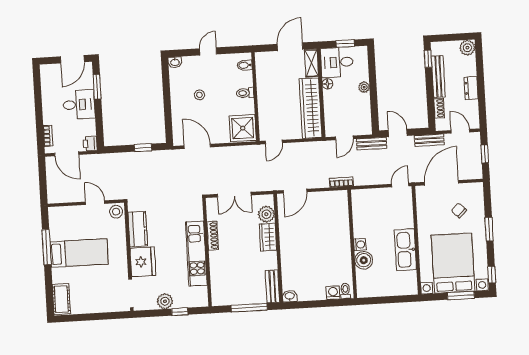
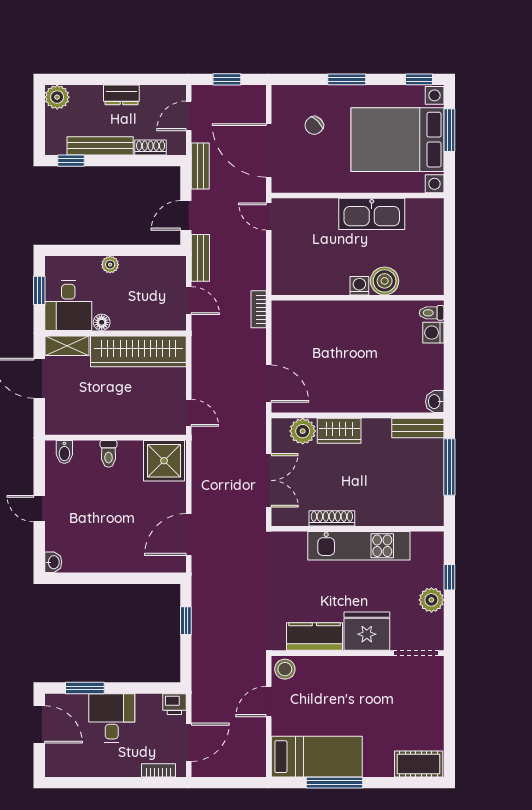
stool: (199, 95) -> (107, 526), removed
bed: (79, 253) -> (317, 757), moved, turned 90

